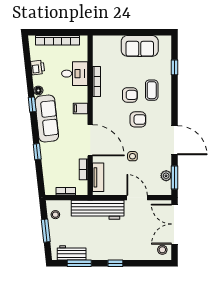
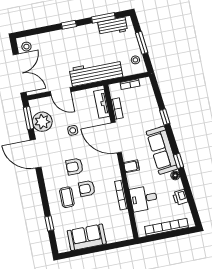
plant: (166, 176) -> (42, 122), width x1.87, depth x1.87

